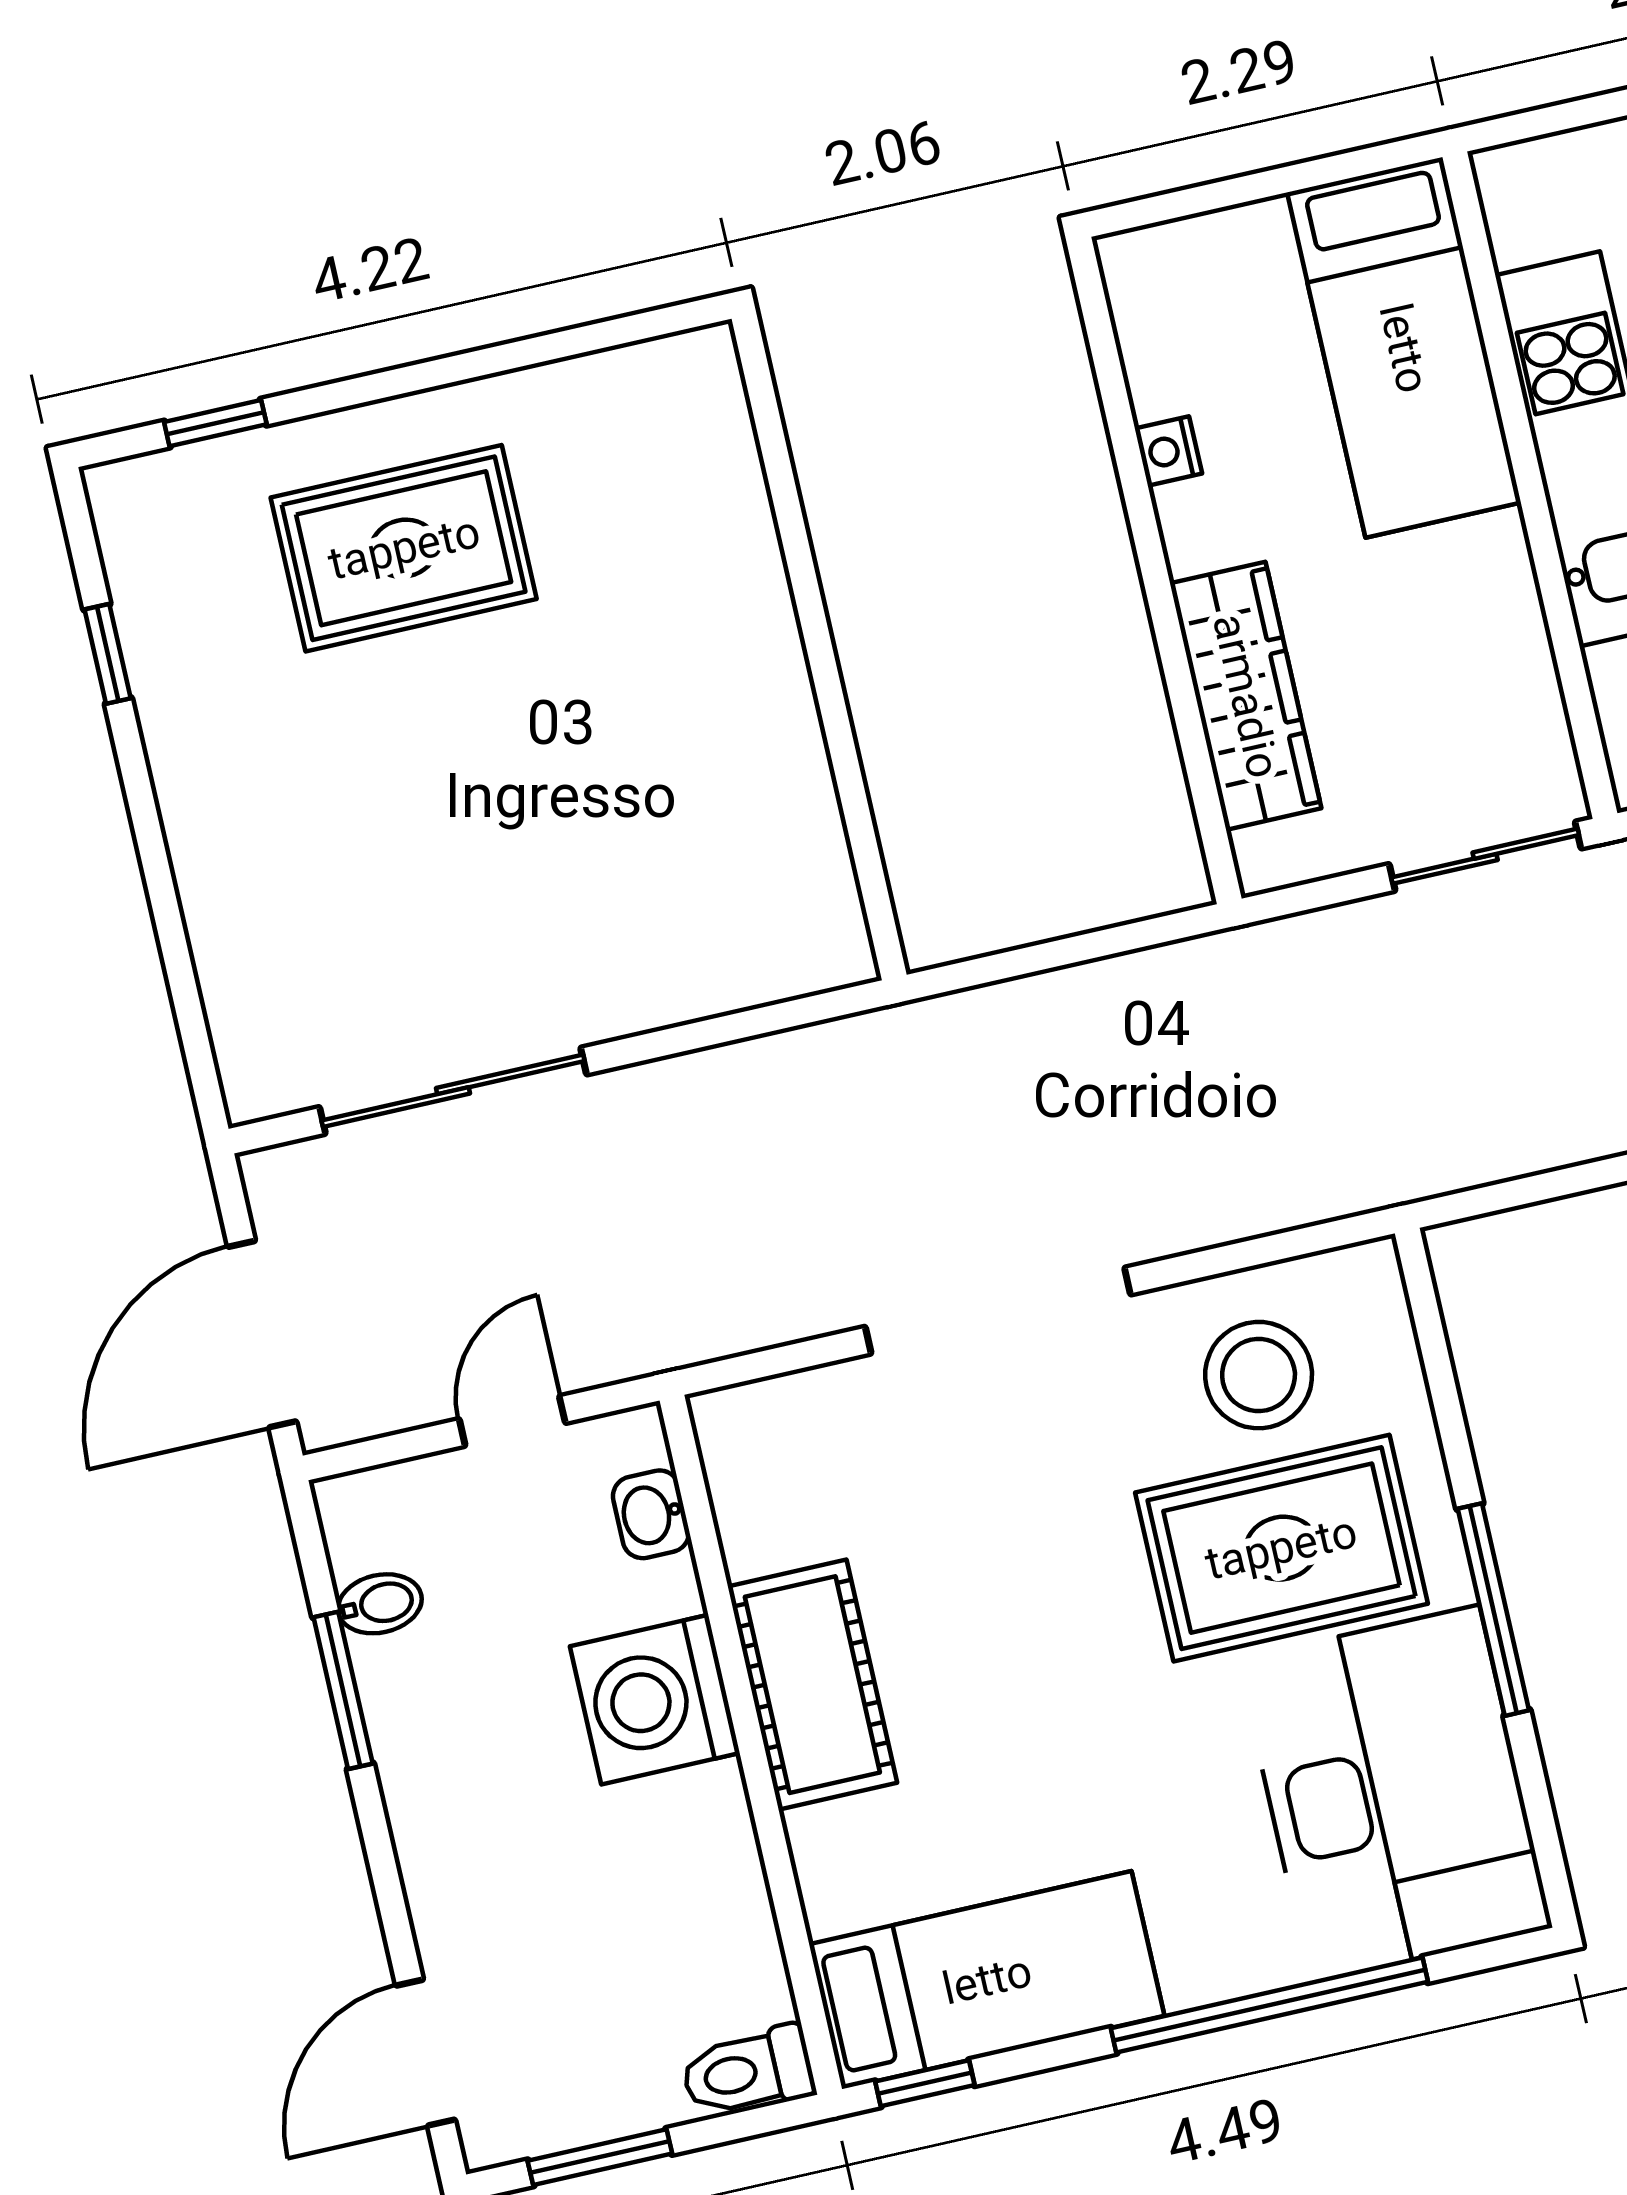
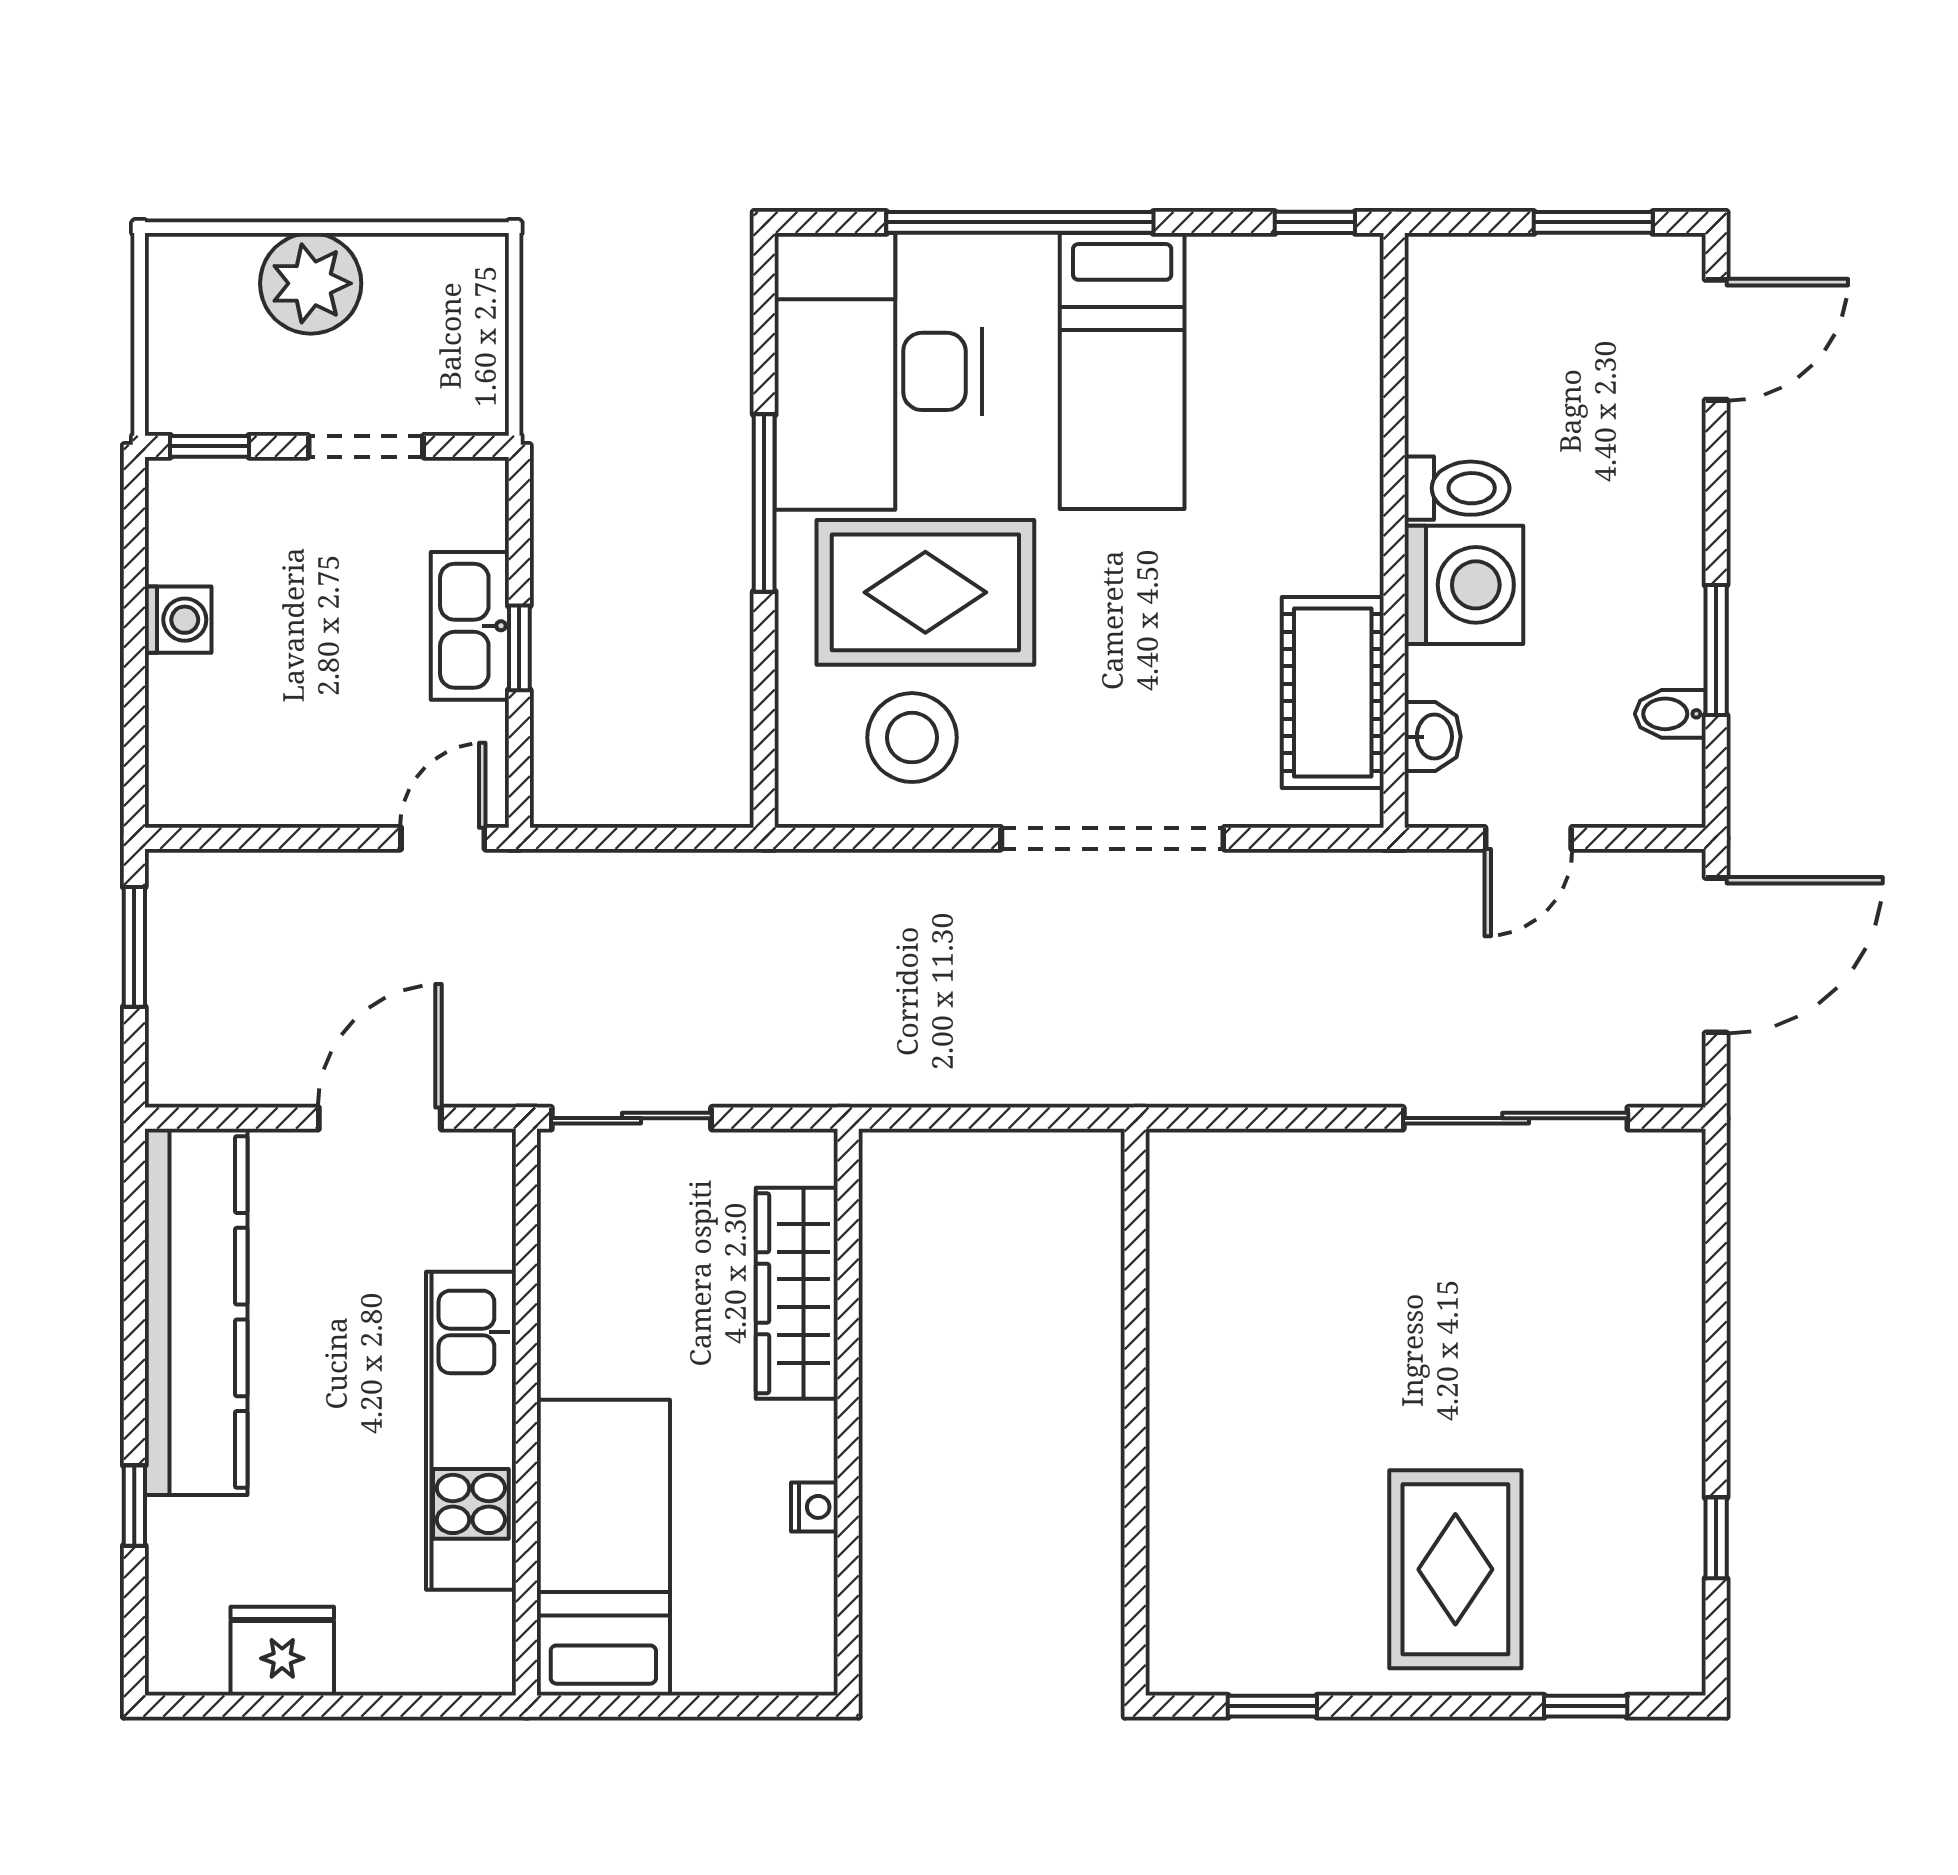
window: (581, 340) -> (1272, 1706), added
rug: (404, 548) -> (1455, 1569), turned 90
cot: (812, 1685) -> (1333, 692), moved
bed: (987, 1980) -> (1122, 371), moved, turned -90
toilet: (748, 2072) -> (1457, 488), moved

